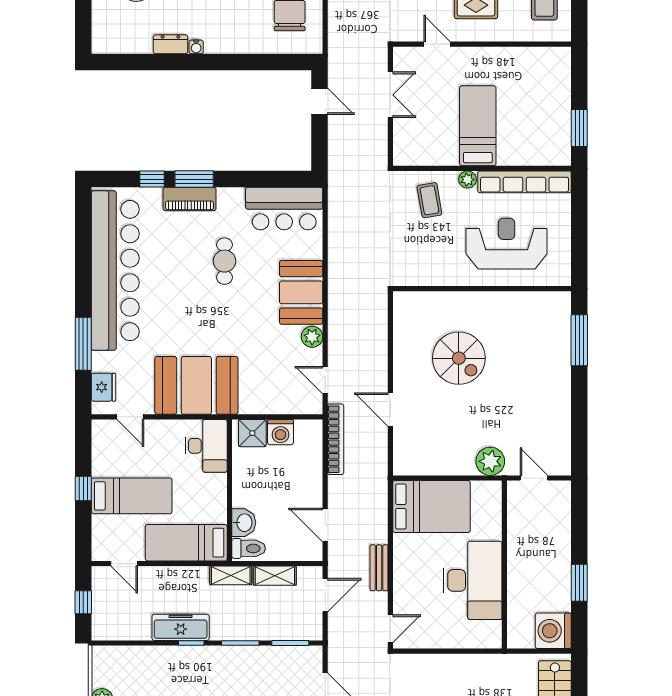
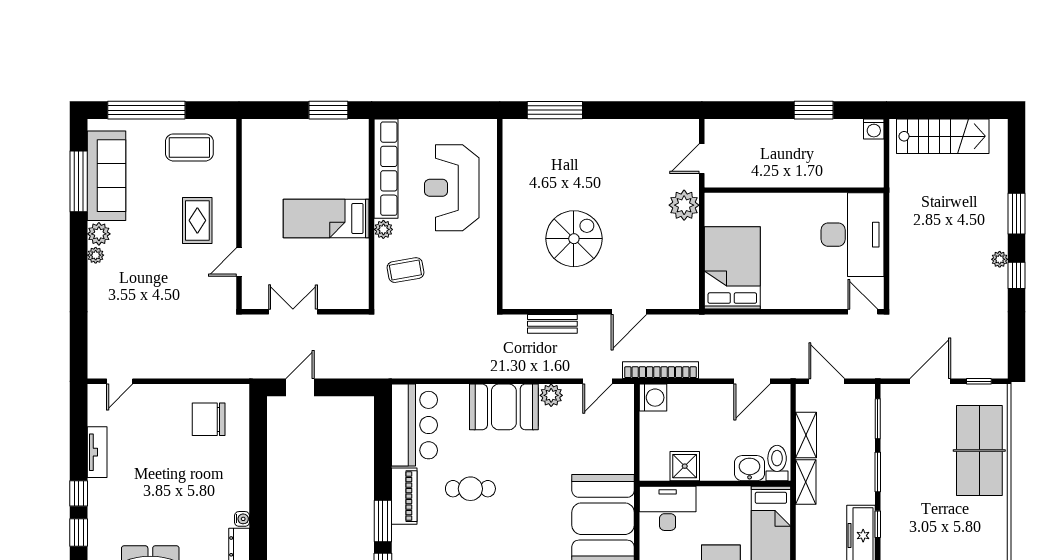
piano: (190, 199) -> (404, 496), moved
washing machine: (280, 432) -> (653, 398), moved
shower: (252, 433) -> (685, 466), moved
bench: (379, 568) -> (552, 324), moved
desk: (473, 580) -> (853, 235), moved, turned 90
washing machine: (553, 631) -> (874, 129), width x0.53, depth x0.53

